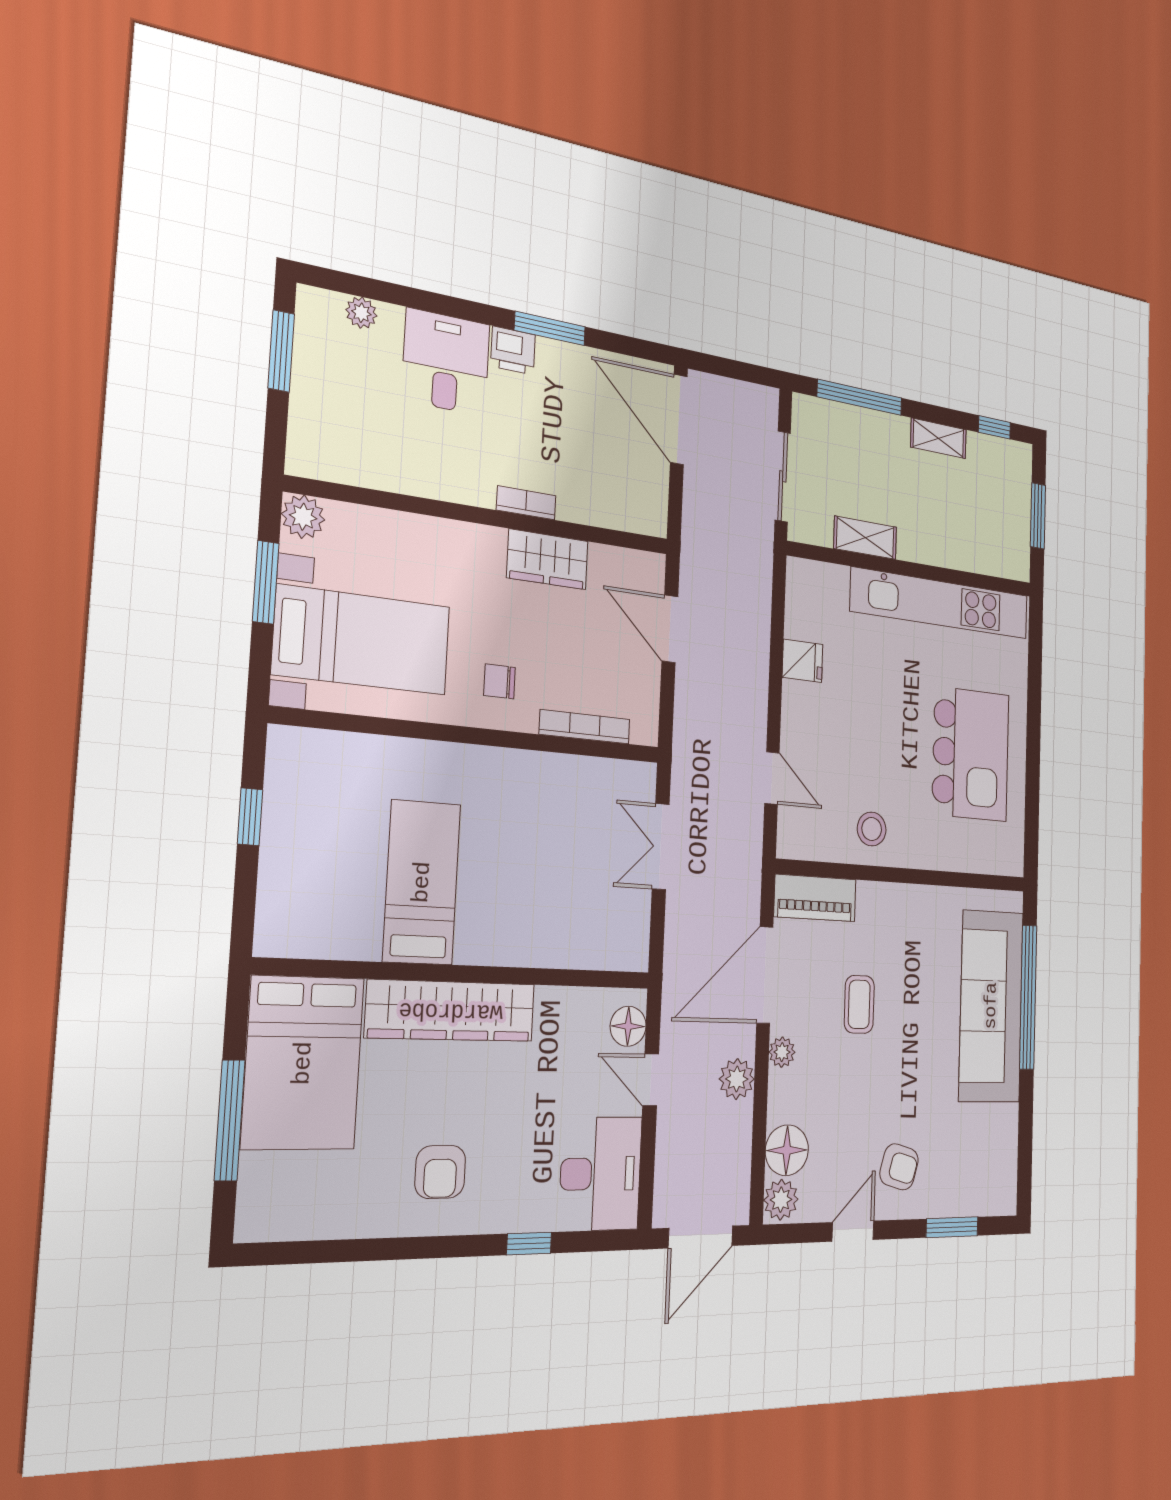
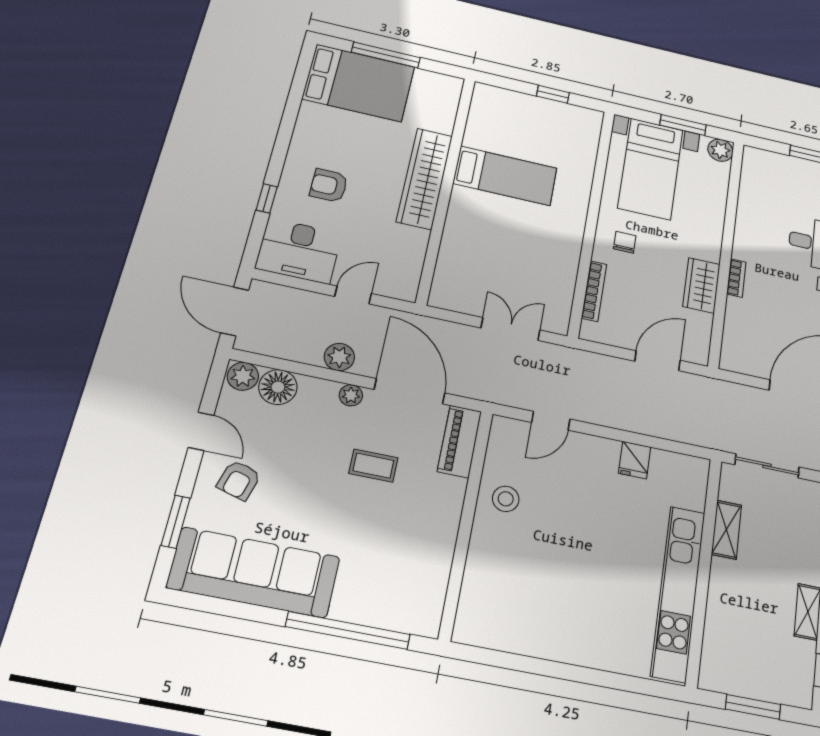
kitchen island: (971, 754) -> (557, 603), removed
sofa: (991, 1006) -> (254, 572), moved
floor lamp: (628, 1026) -> (393, 286), removed
bed: (303, 1063) -> (359, 83), moved, turned 180
armchair: (440, 1172) -> (329, 185), moved

